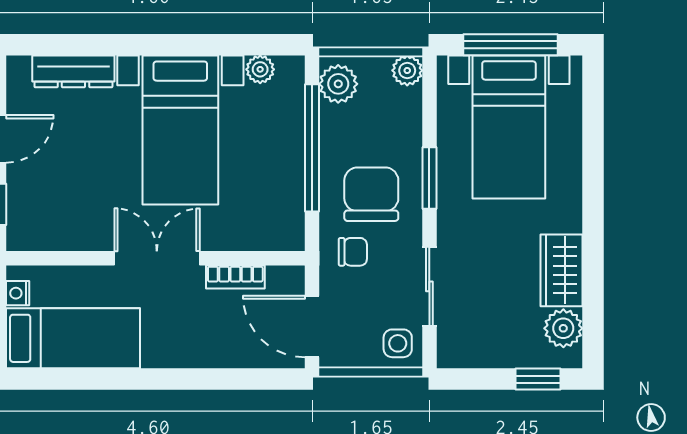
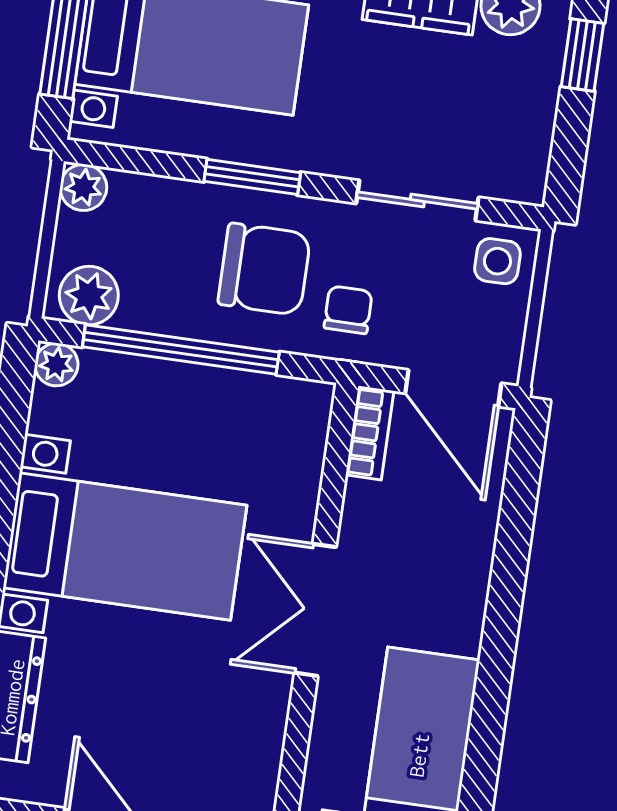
plant: (260, 69) -> (56, 364), moved
chair: (371, 194) -> (264, 269), turned 180
bookcase: (235, 277) -> (370, 433), moved
door: (312, 327) -> (453, 388), hinge flipped

